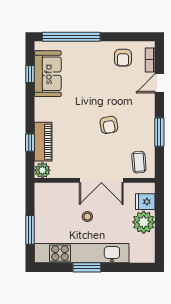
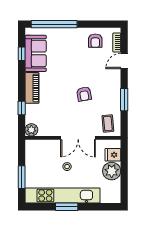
piano: (43, 142) -> (32, 88), moved

